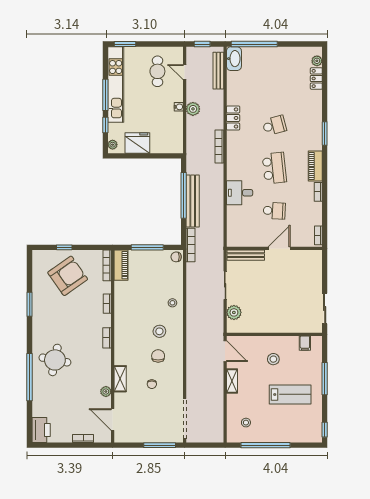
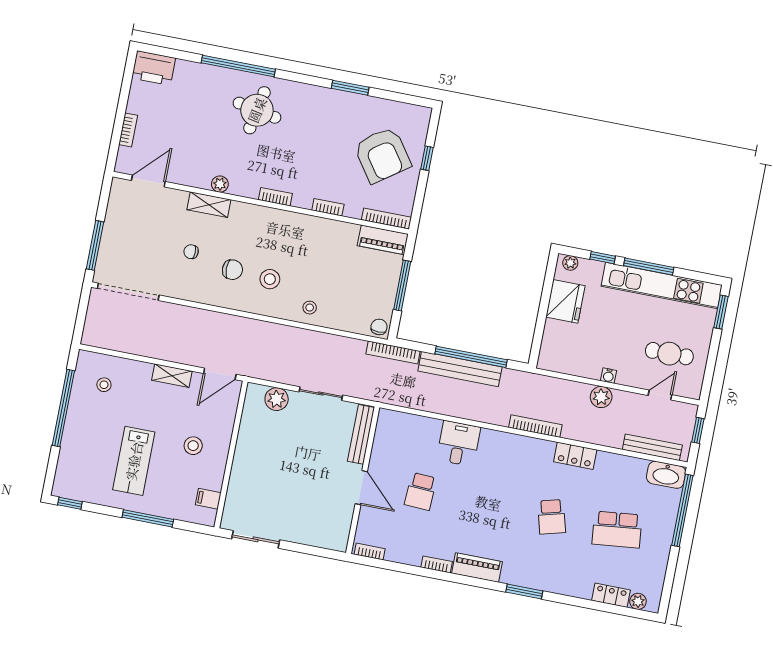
school desk: (274, 168) -> (617, 530), moved
plant: (106, 392) -> (220, 184), moved

